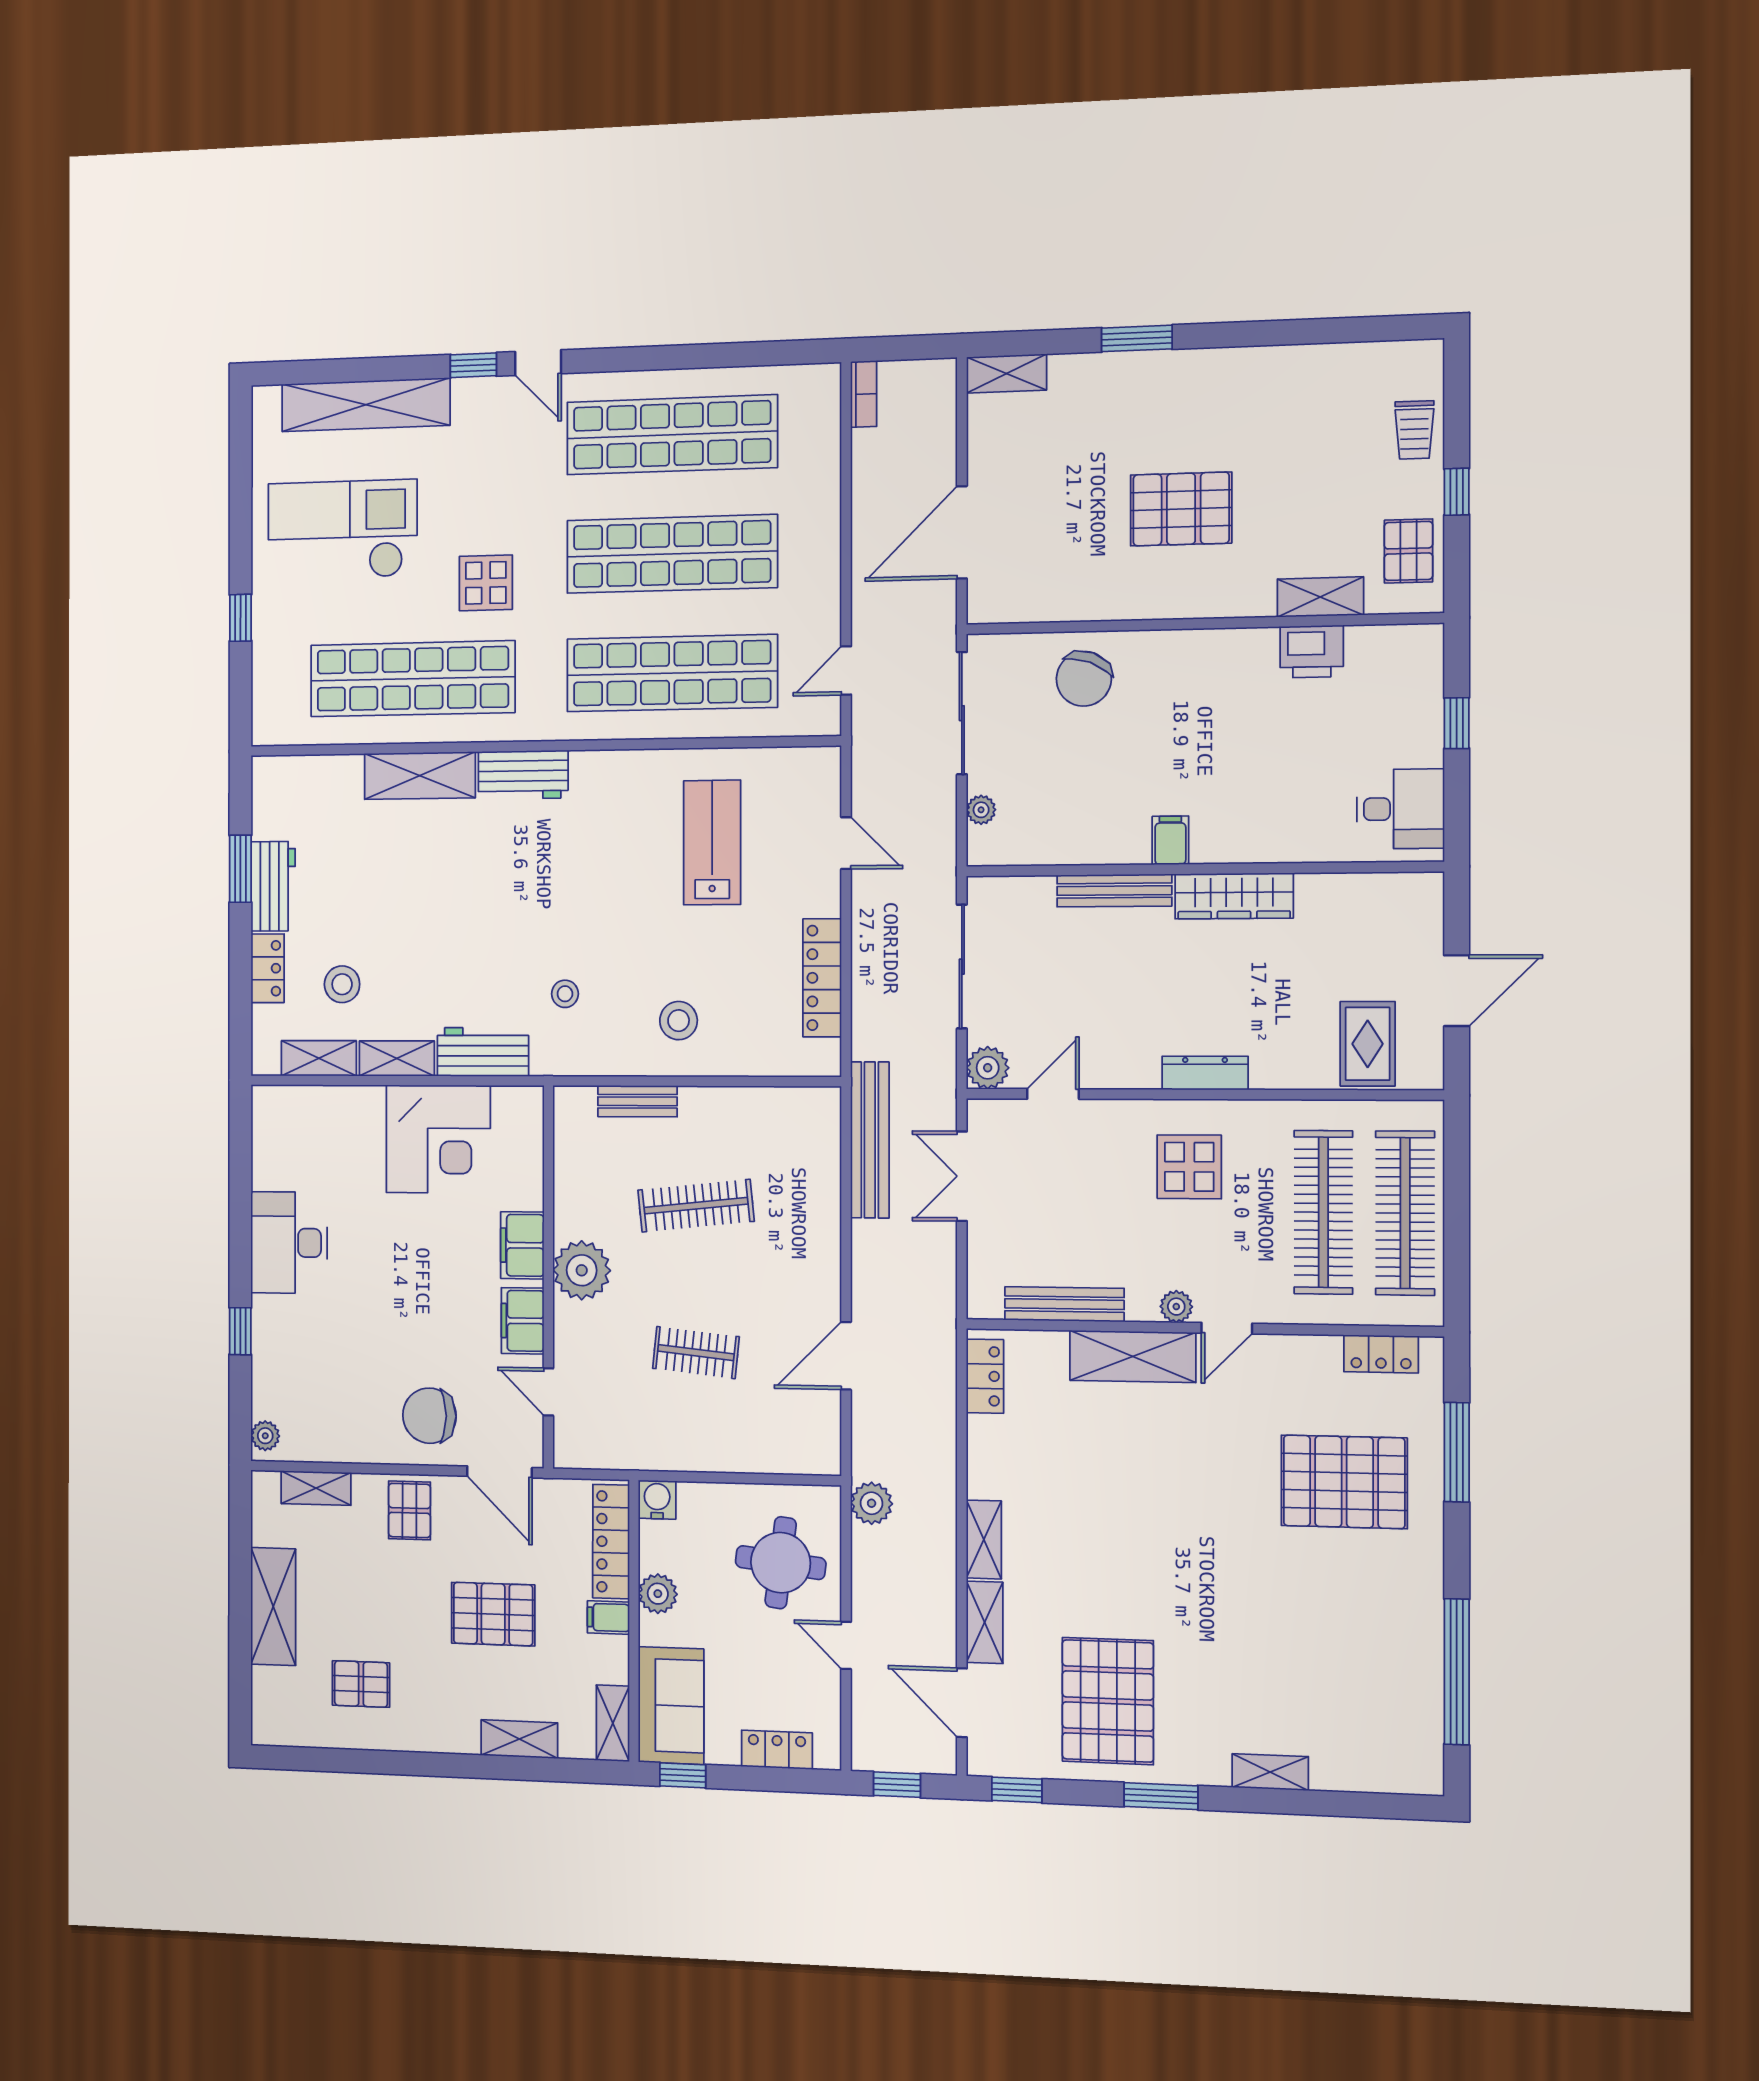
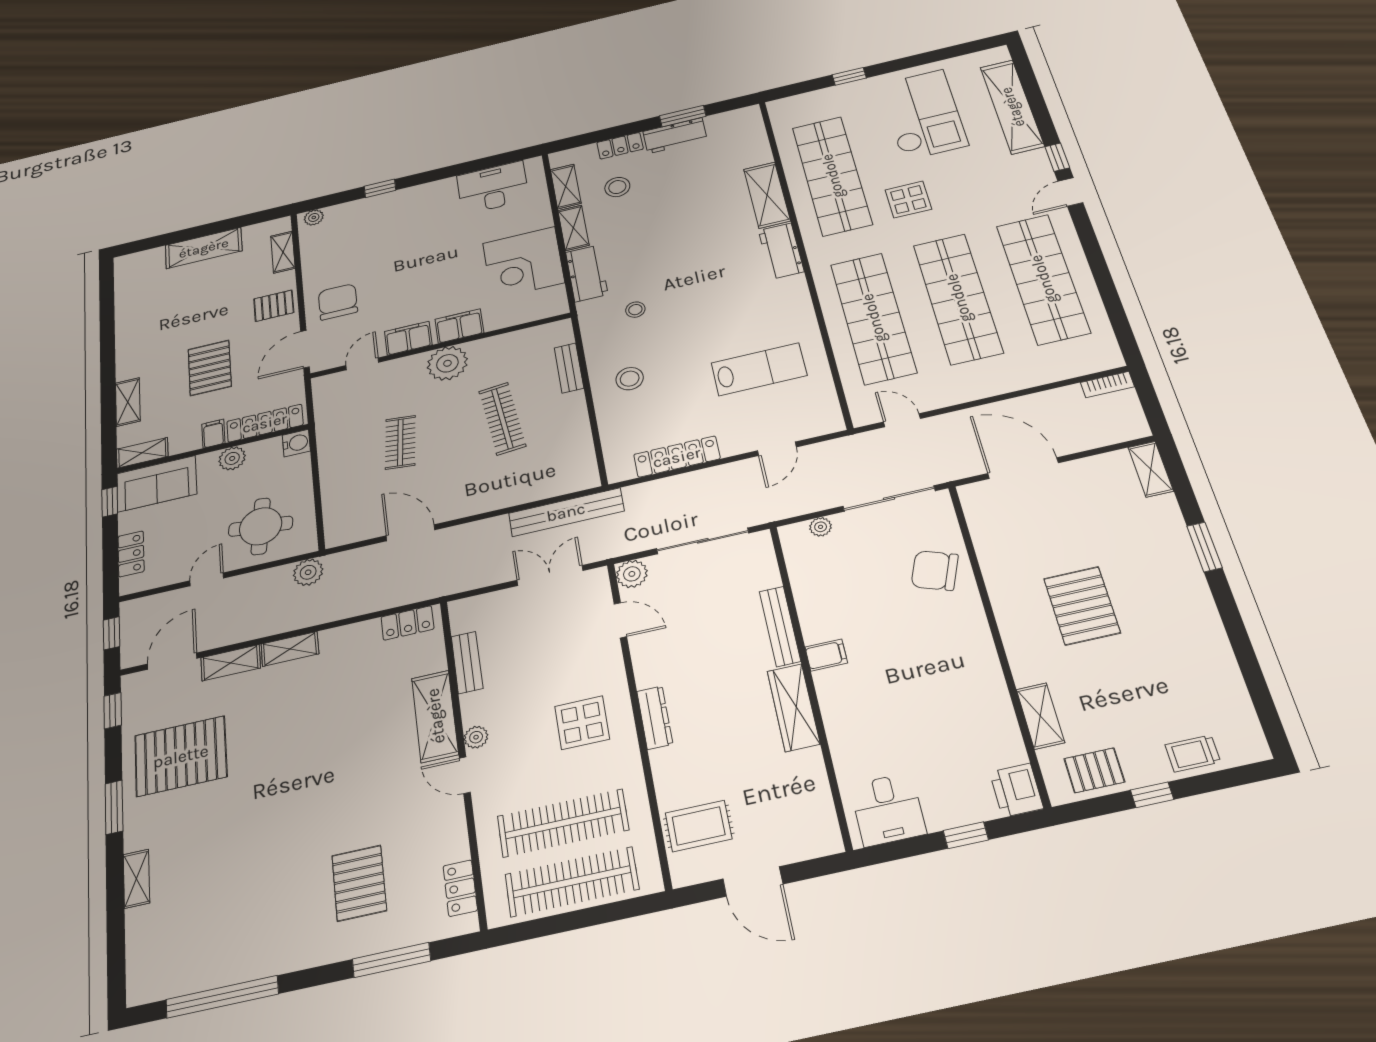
printer: (1312, 652) -> (1016, 790), moved
desk: (289, 1243) -> (493, 188), moved
bench: (1064, 1304) -> (467, 662), width x0.73
pallet: (1344, 1482) -> (359, 883), width x0.73, depth x0.71
pallet: (361, 1684) -> (157, 306), removed

